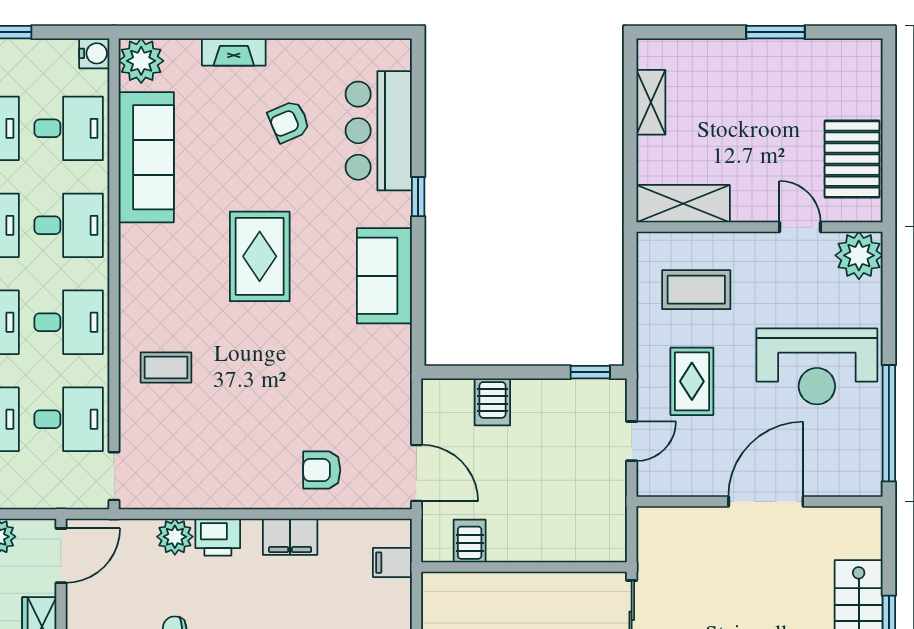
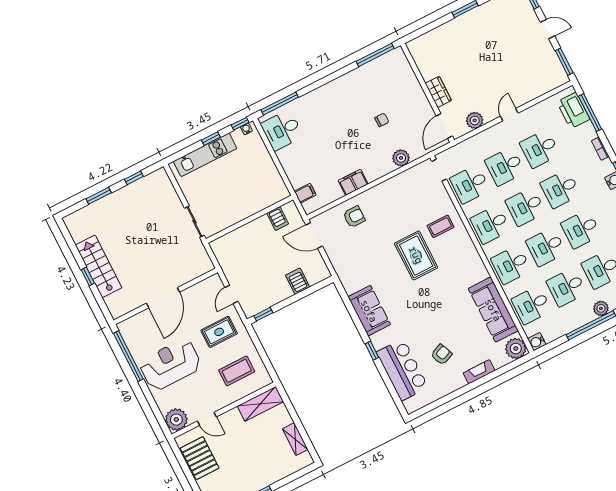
rug: (260, 256) -> (416, 255), moved
rug: (692, 381) -> (219, 332), turned 90
printer: (218, 537) -> (383, 167), removed

